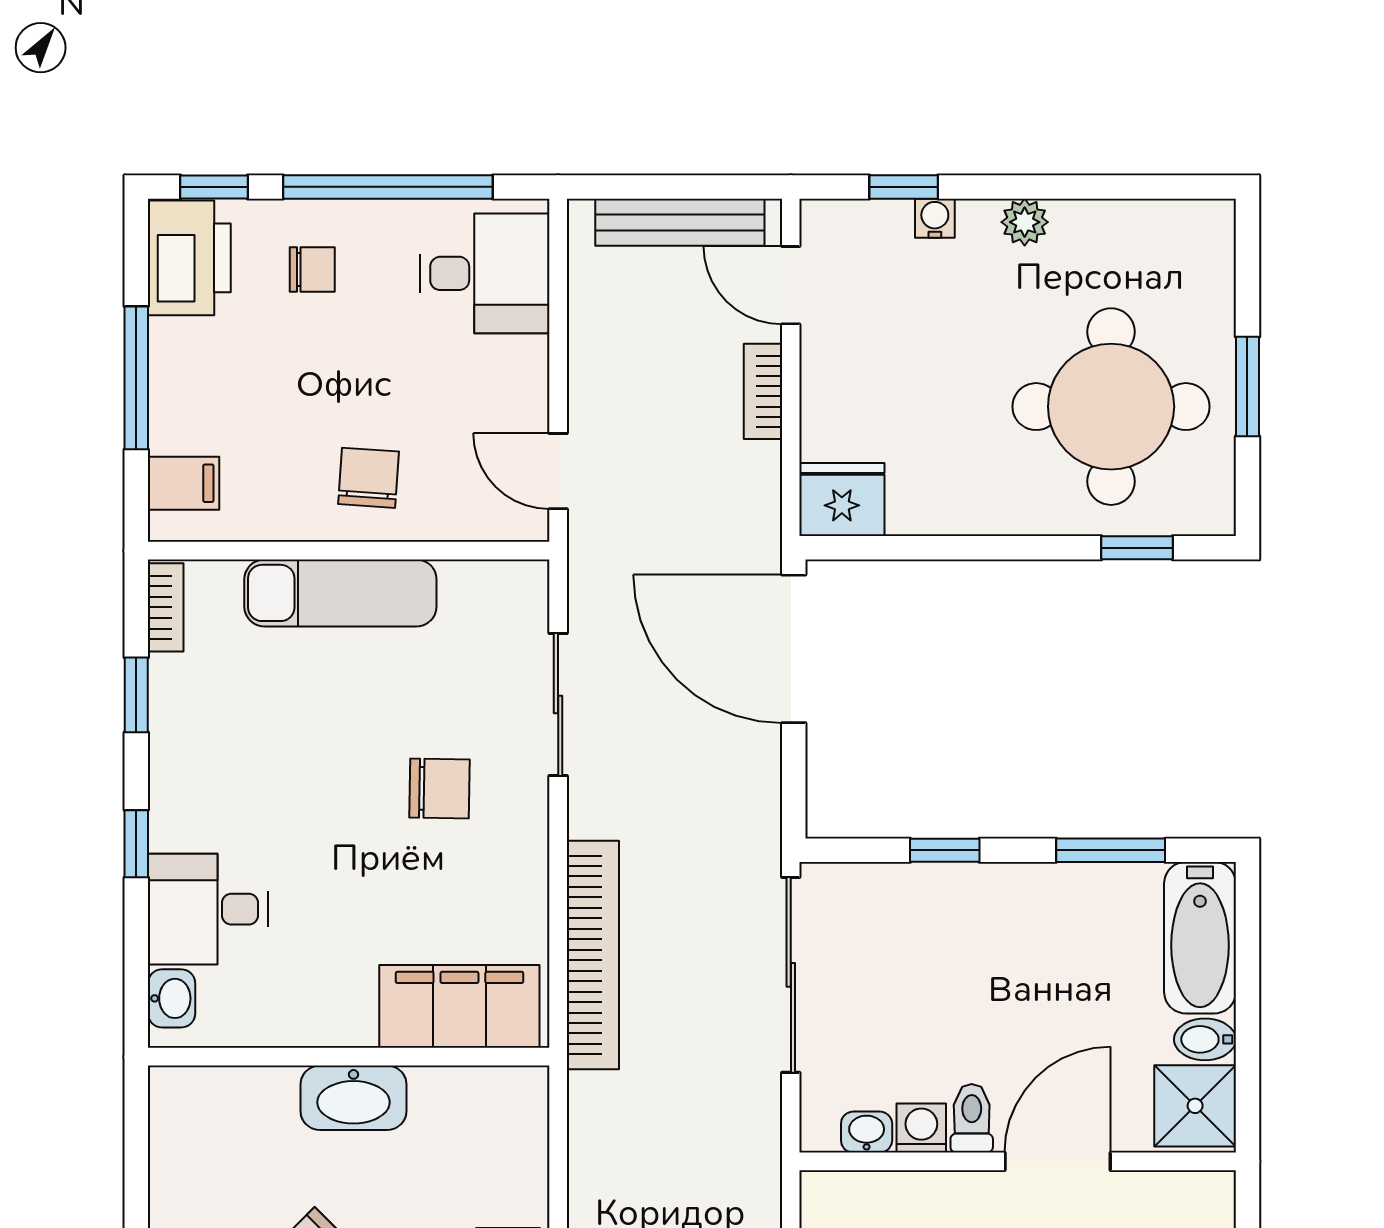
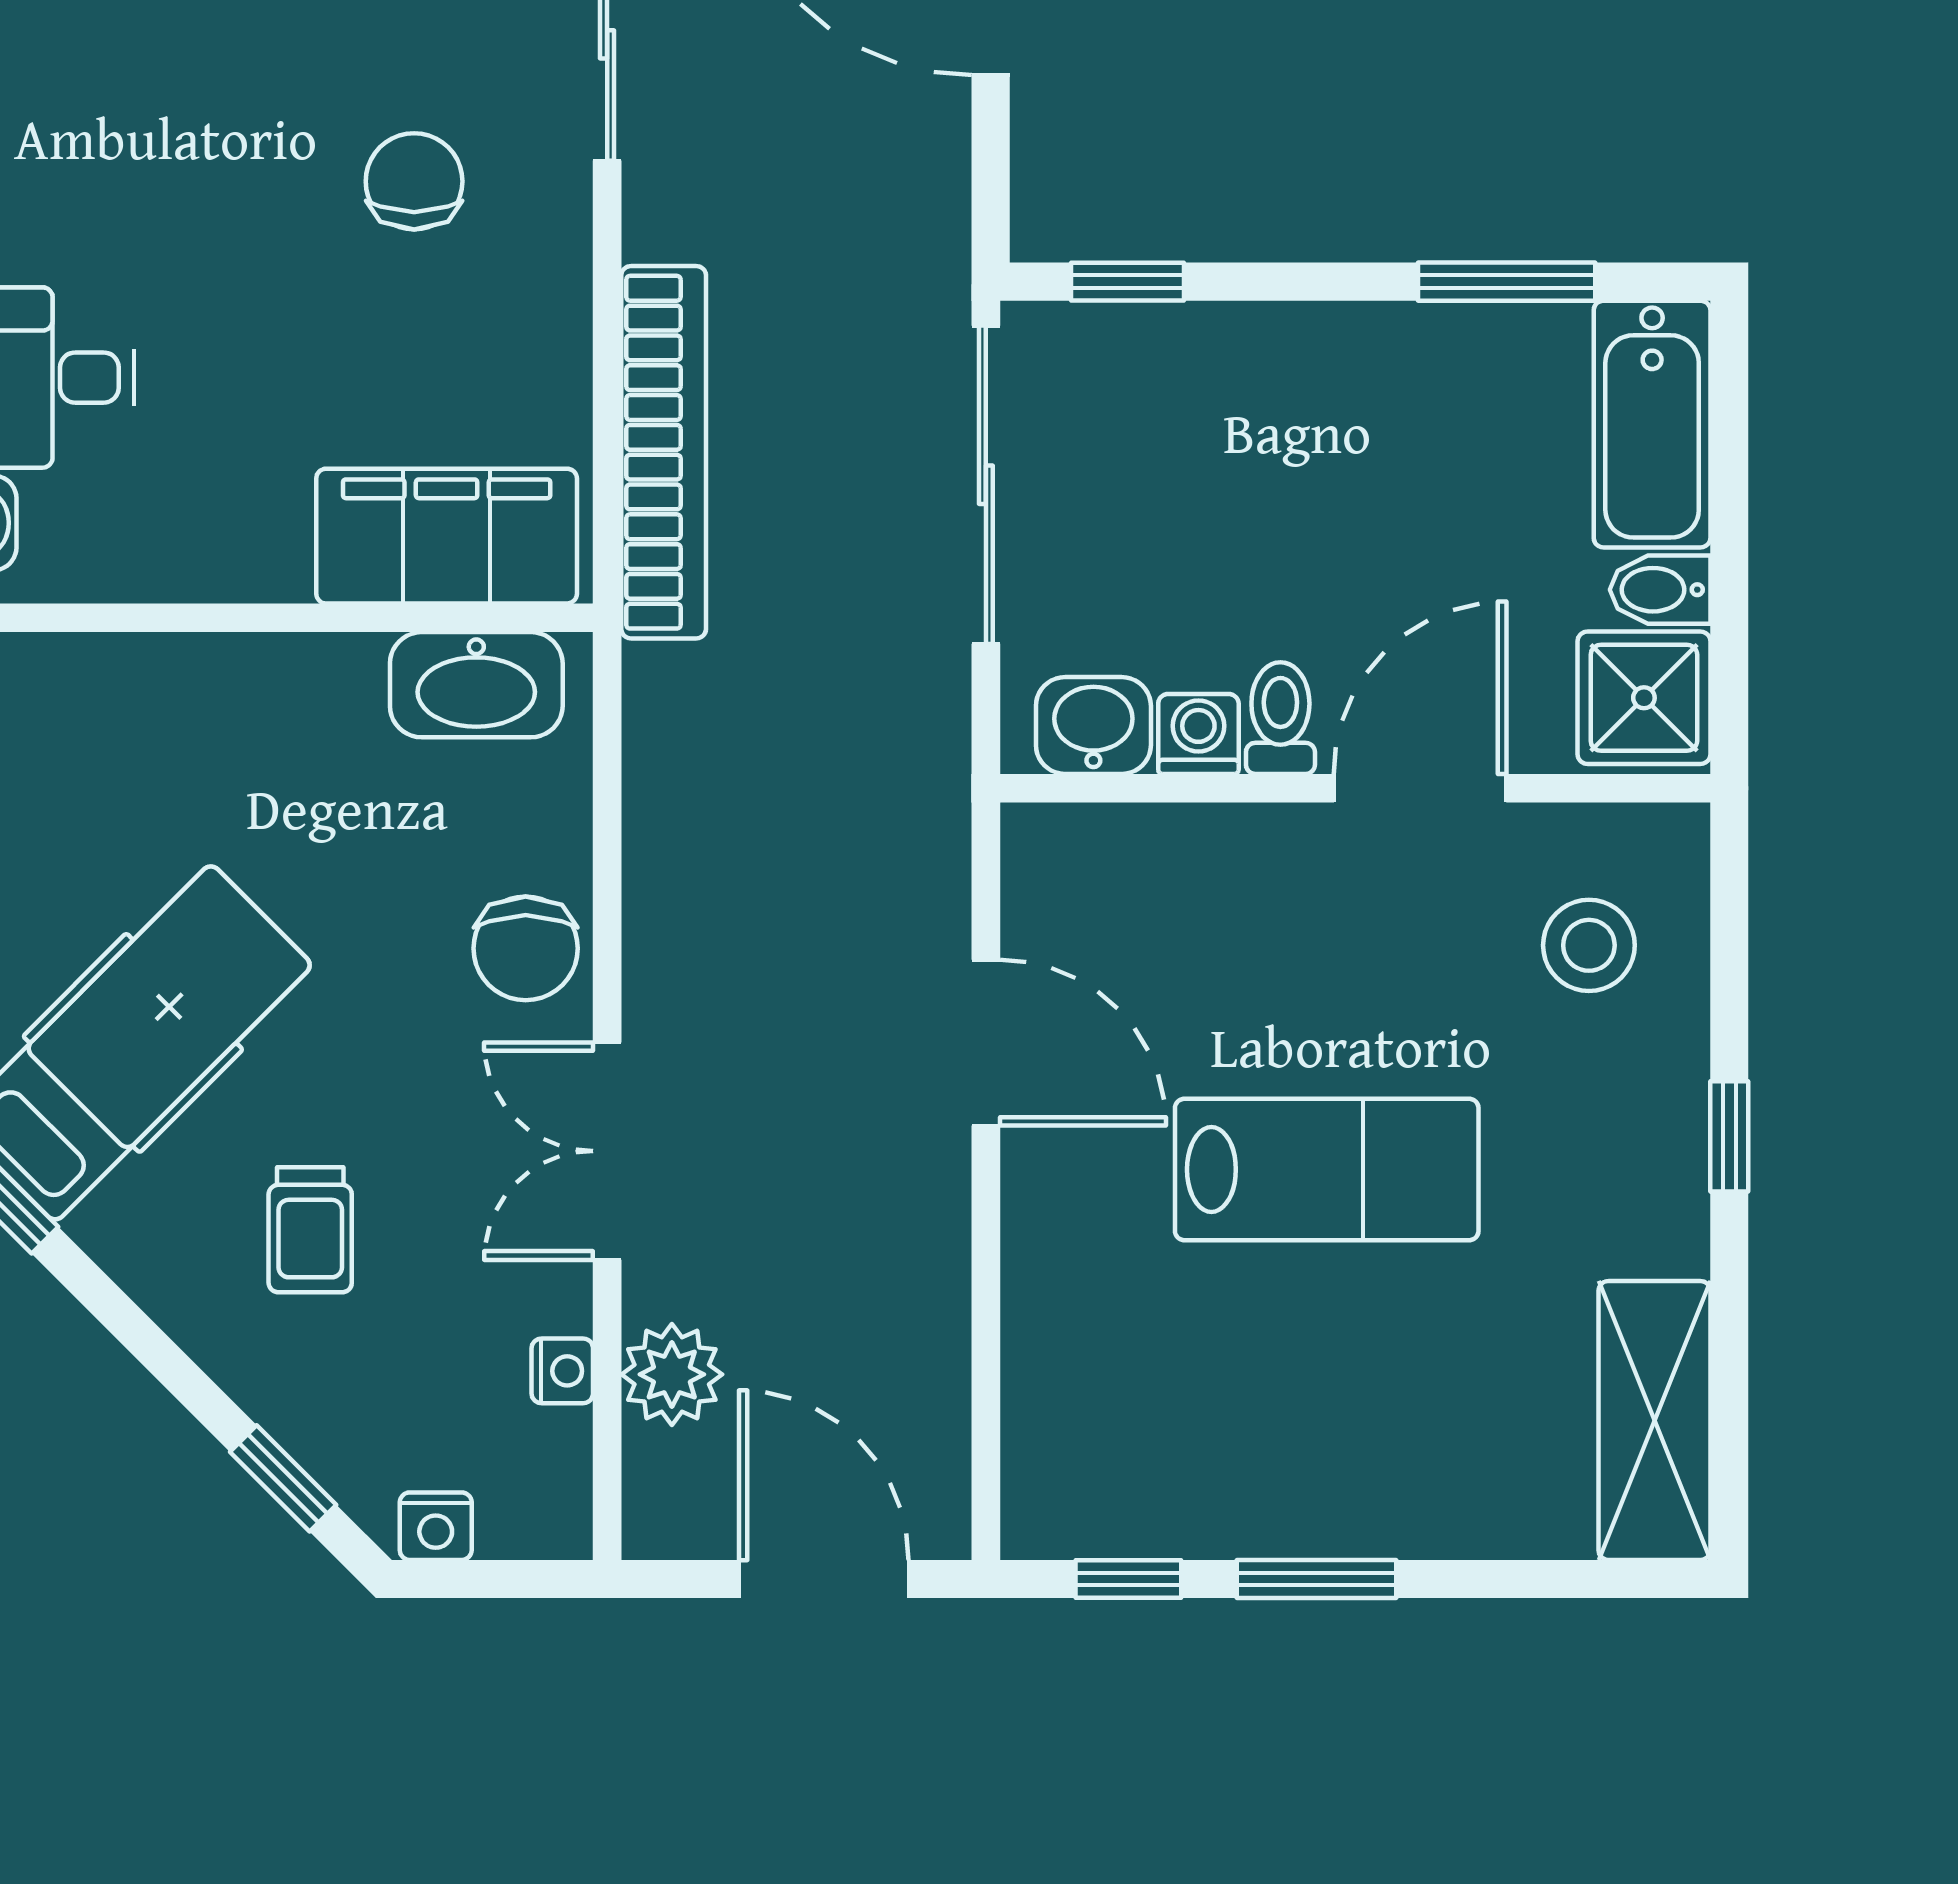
chair: (439, 789) -> (414, 181), turned -91
window: (945, 850) -> (1128, 282), moved
washbasin: (354, 1098) -> (476, 685), moved
washbasin: (867, 1132) -> (1093, 726), width x1.38, depth x1.45

